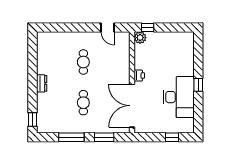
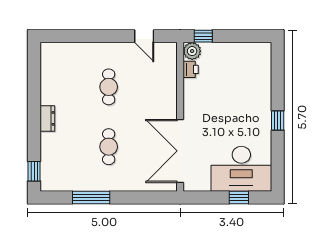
printer: (139, 75) -> (191, 69), moved
desk: (179, 97) -> (241, 169), moved, turned 90
window: (104, 137) -> (139, 197), removed

